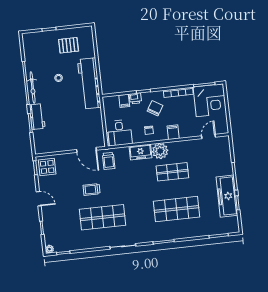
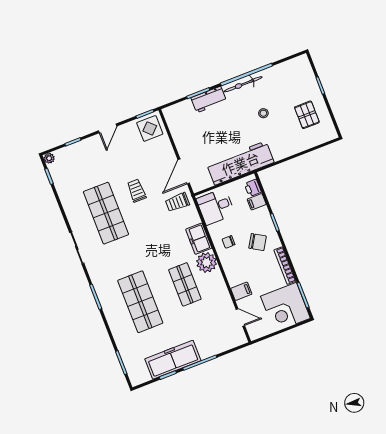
workbench: (89, 83) -> (240, 163), moved
printer: (135, 98) -> (253, 188), moved
filing cabinet: (173, 132) -> (241, 291), moved

